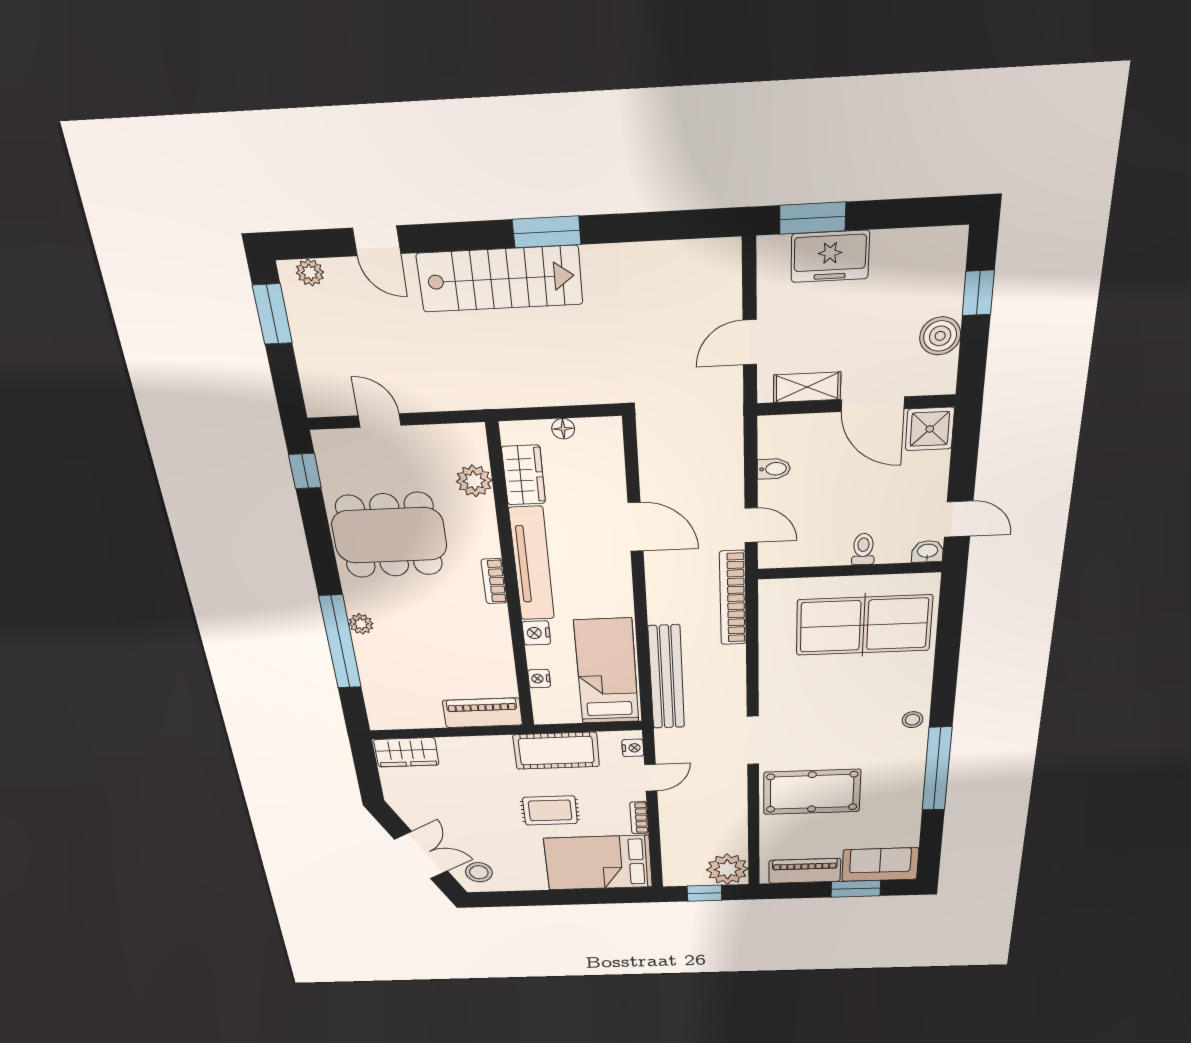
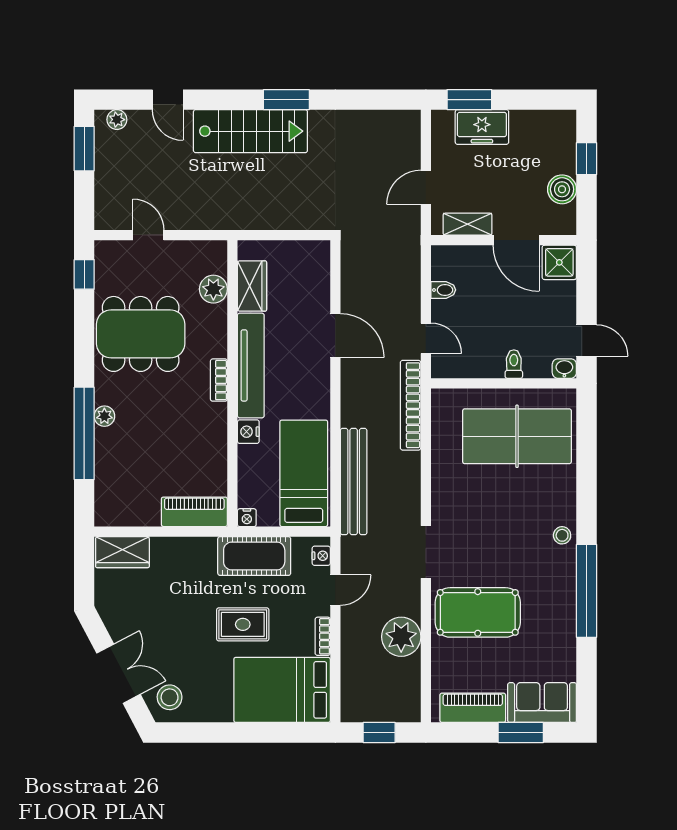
floor lamp: (563, 429) -> (286, 249), removed
nightstand: (539, 679) -> (247, 518), moved, turned -90
plant: (727, 869) -> (401, 637), moved

